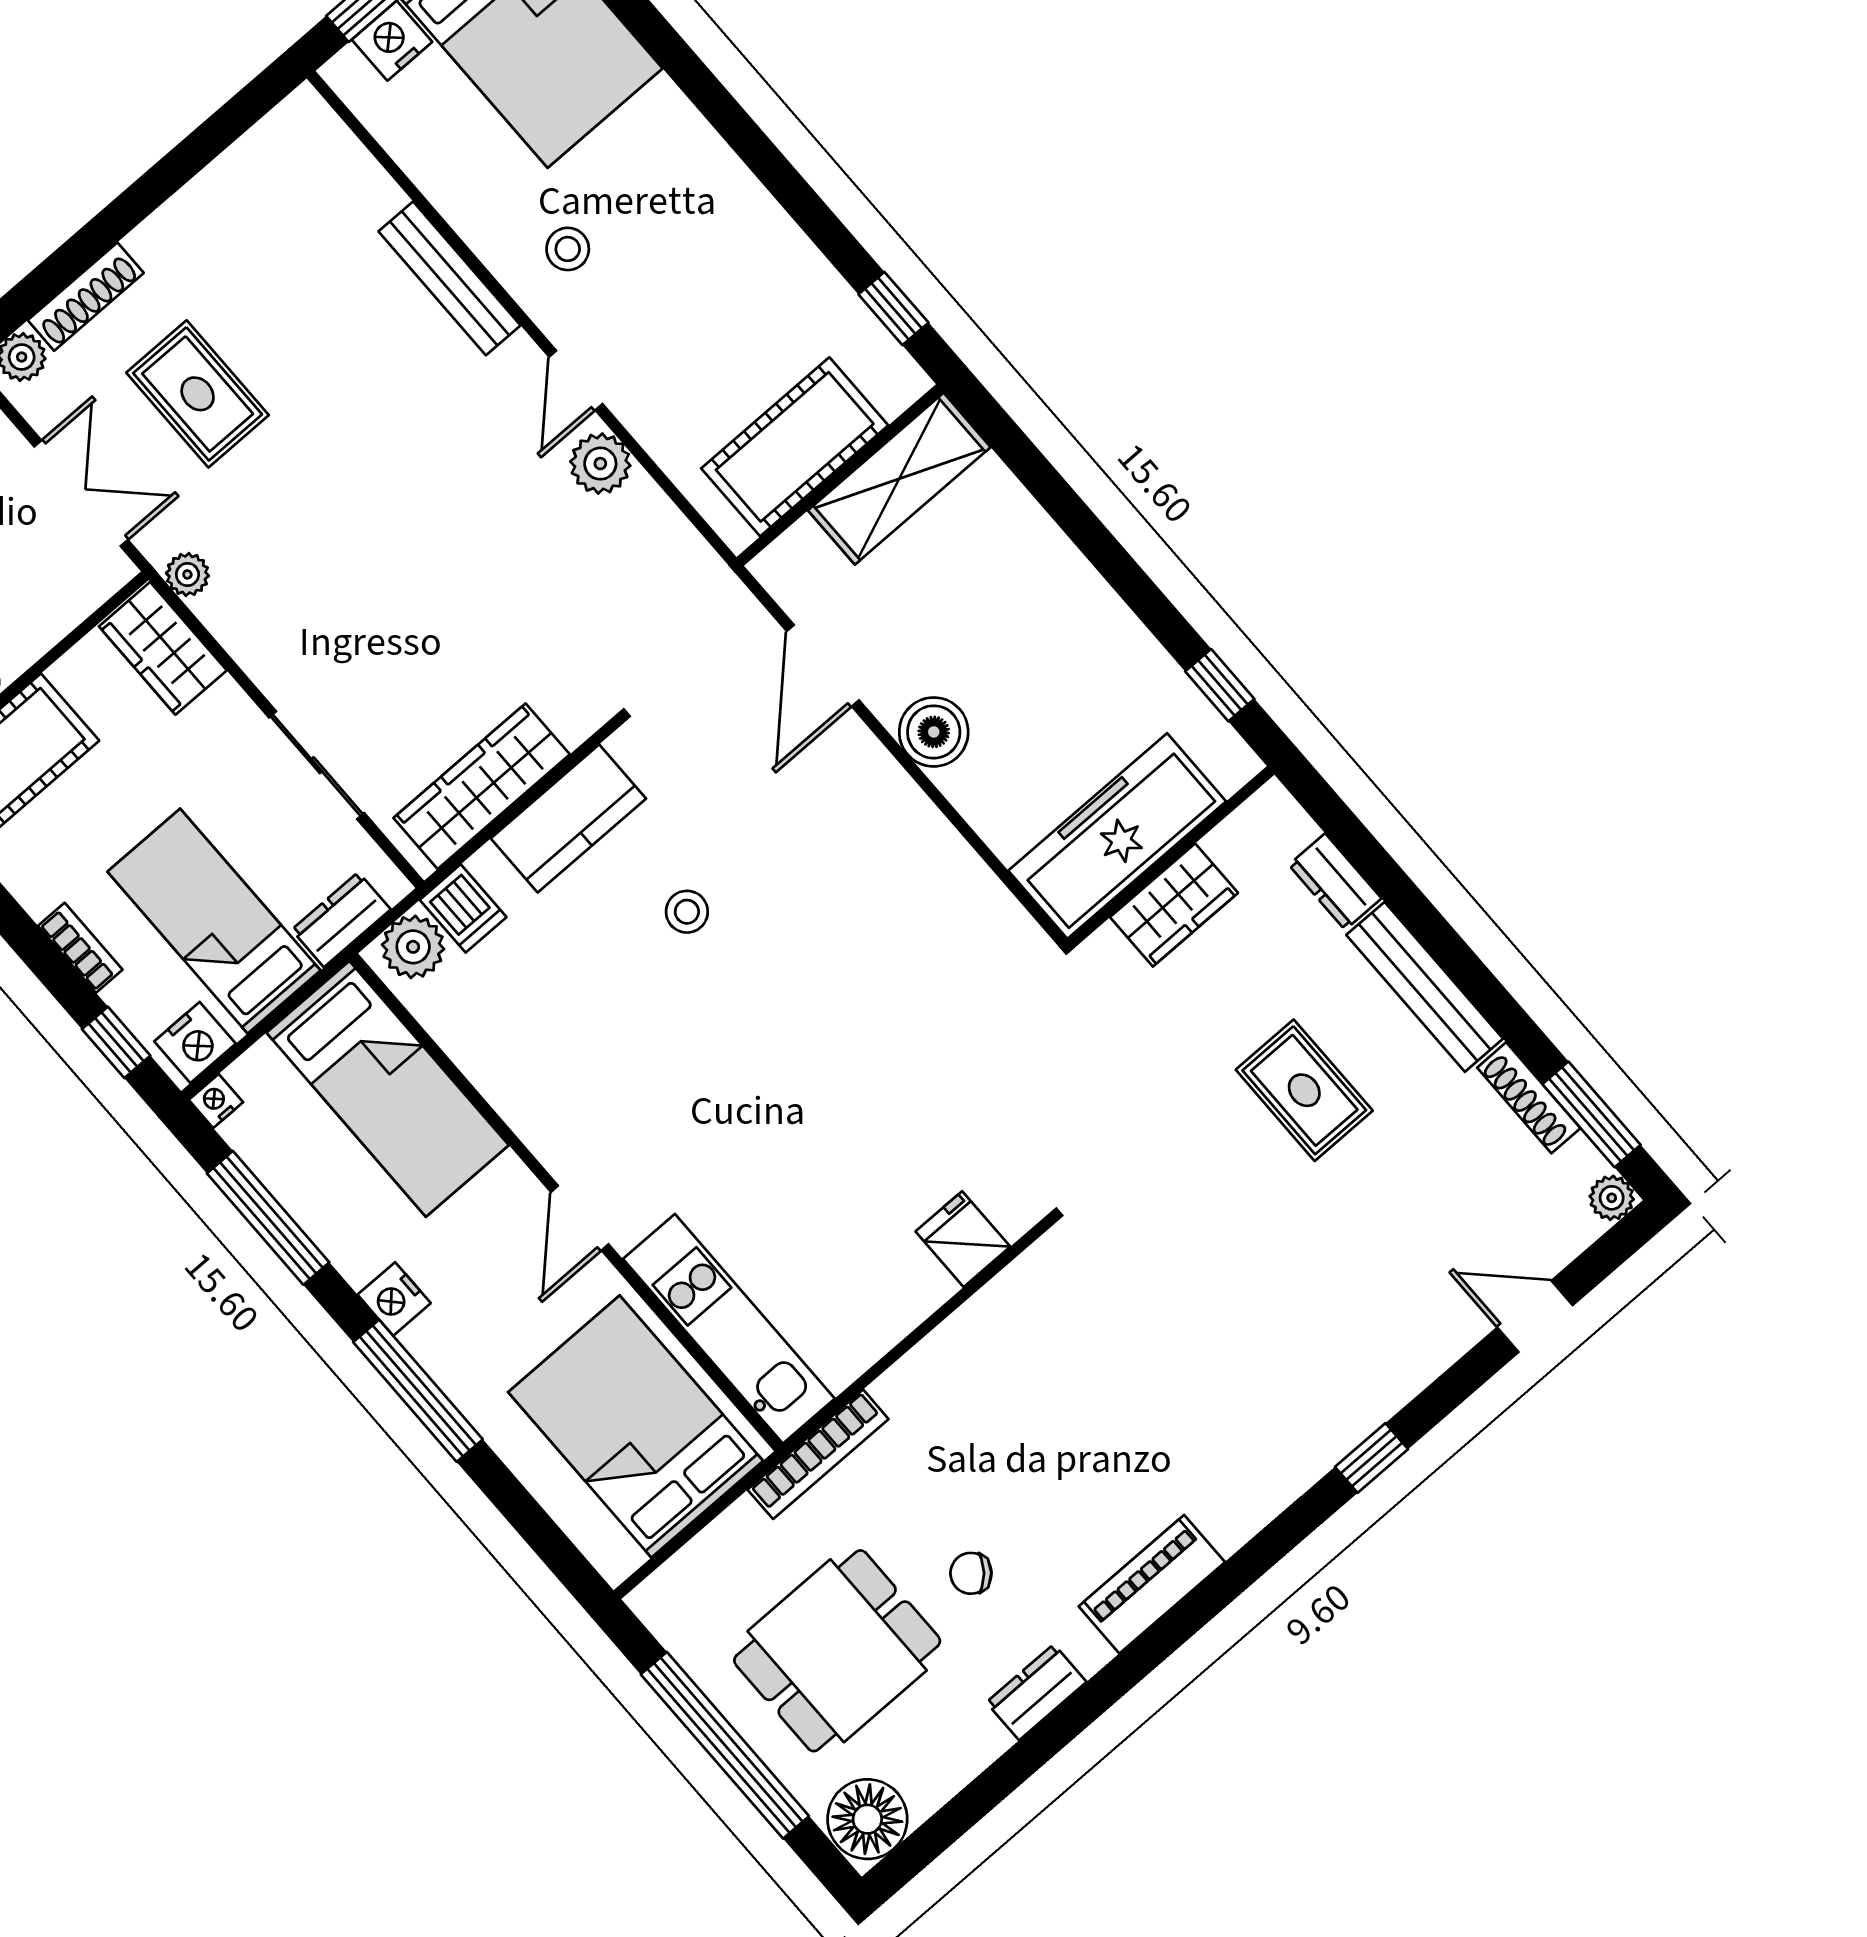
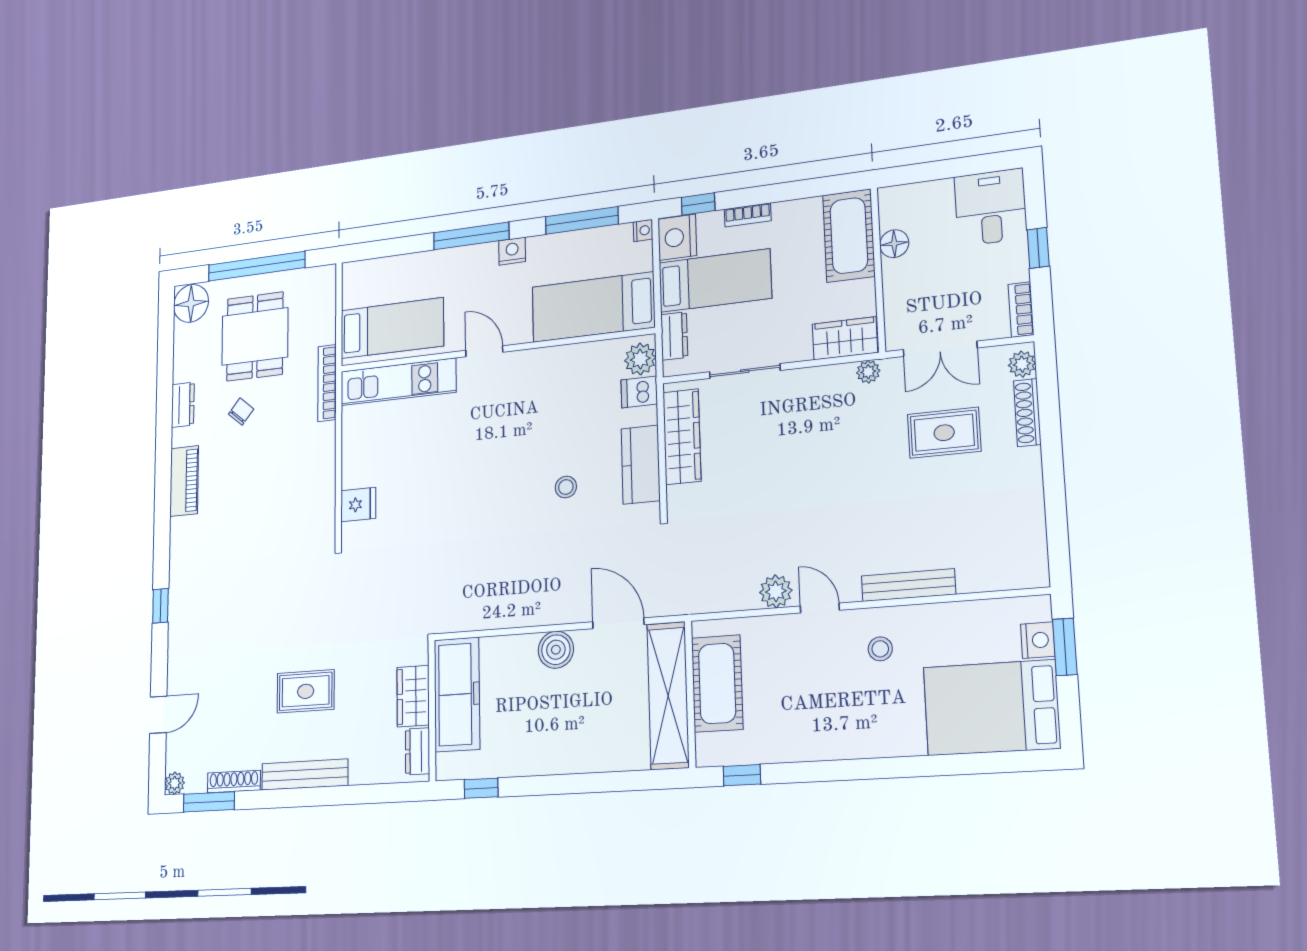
shelving: (899, 479) -> (668, 696), width x1.47
dresser: (1335, 882) -> (418, 751), moved, turned -90
nightstand: (195, 1043) -> (677, 237), width x1.36, depth x1.33
bed: (636, 1426) -> (392, 328), width x0.67

